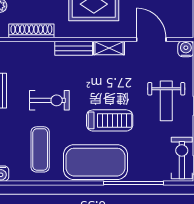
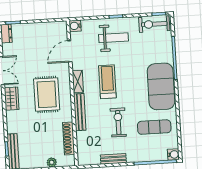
bench: (74, 48) -> (80, 112), width x1.36
treadmill: (110, 120) -> (107, 82), moved

